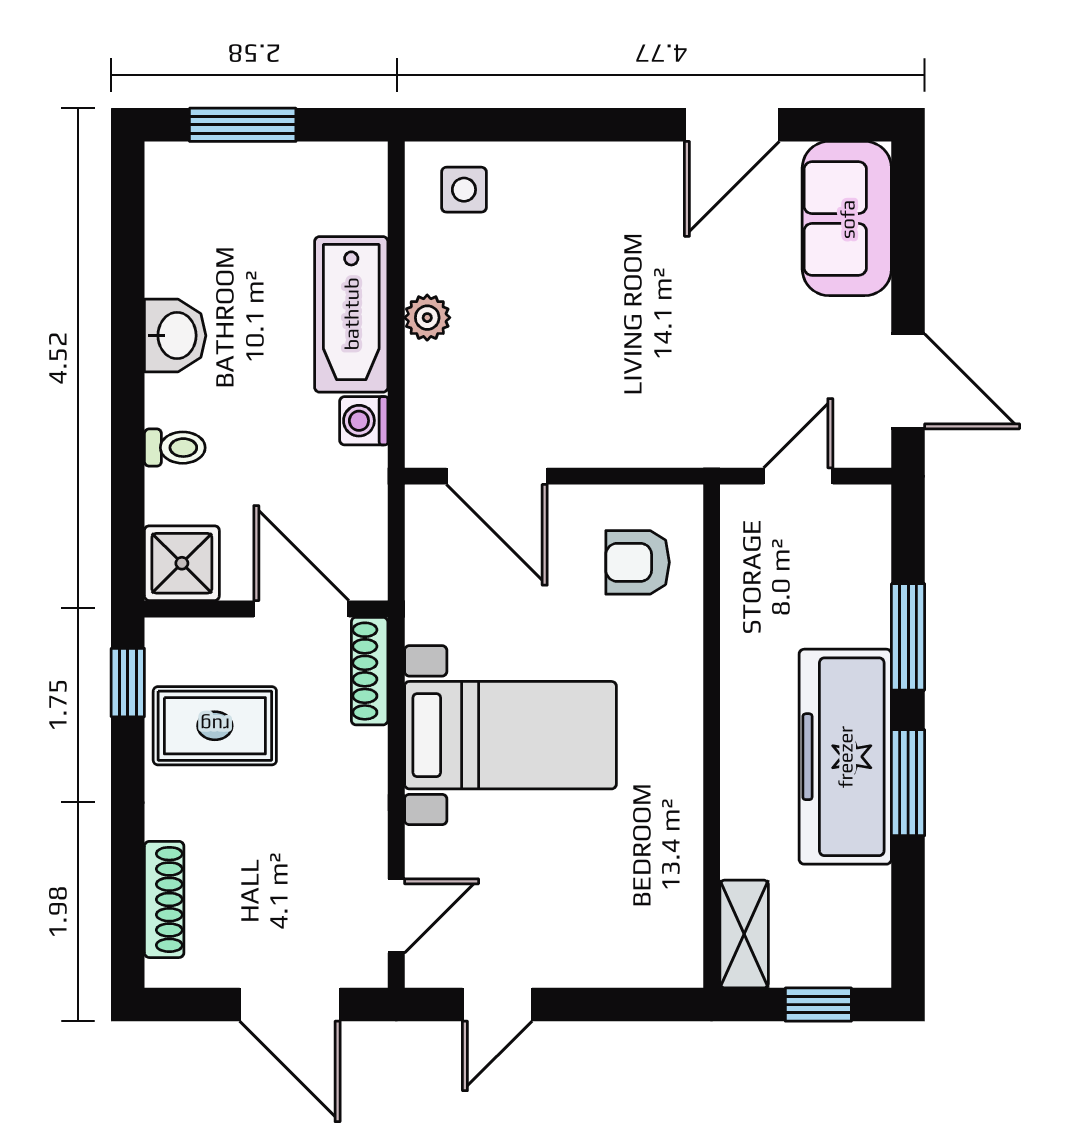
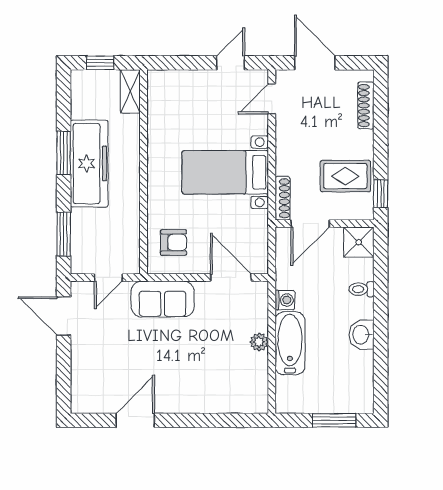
side table: (464, 190) -> (244, 394), removed
sofa: (847, 219) -> (163, 299), moved, turned 90
door: (301, 609) -> (310, 224), hinge flipped
window: (908, 637) -> (64, 234), moved

